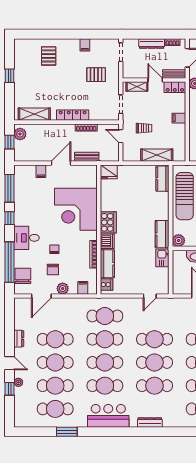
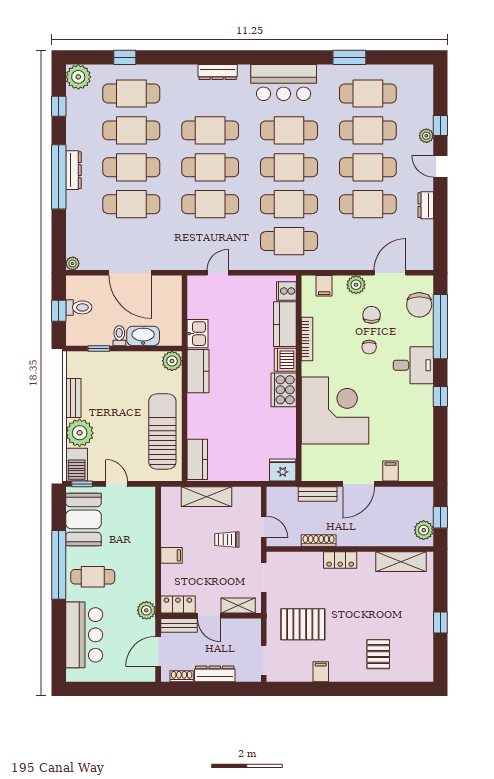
pallet: (96, 75) -> (303, 624), width x1.50, depth x1.42
locker: (73, 115) -> (340, 560), width x0.66
window: (10, 188) -> (440, 444), removed

